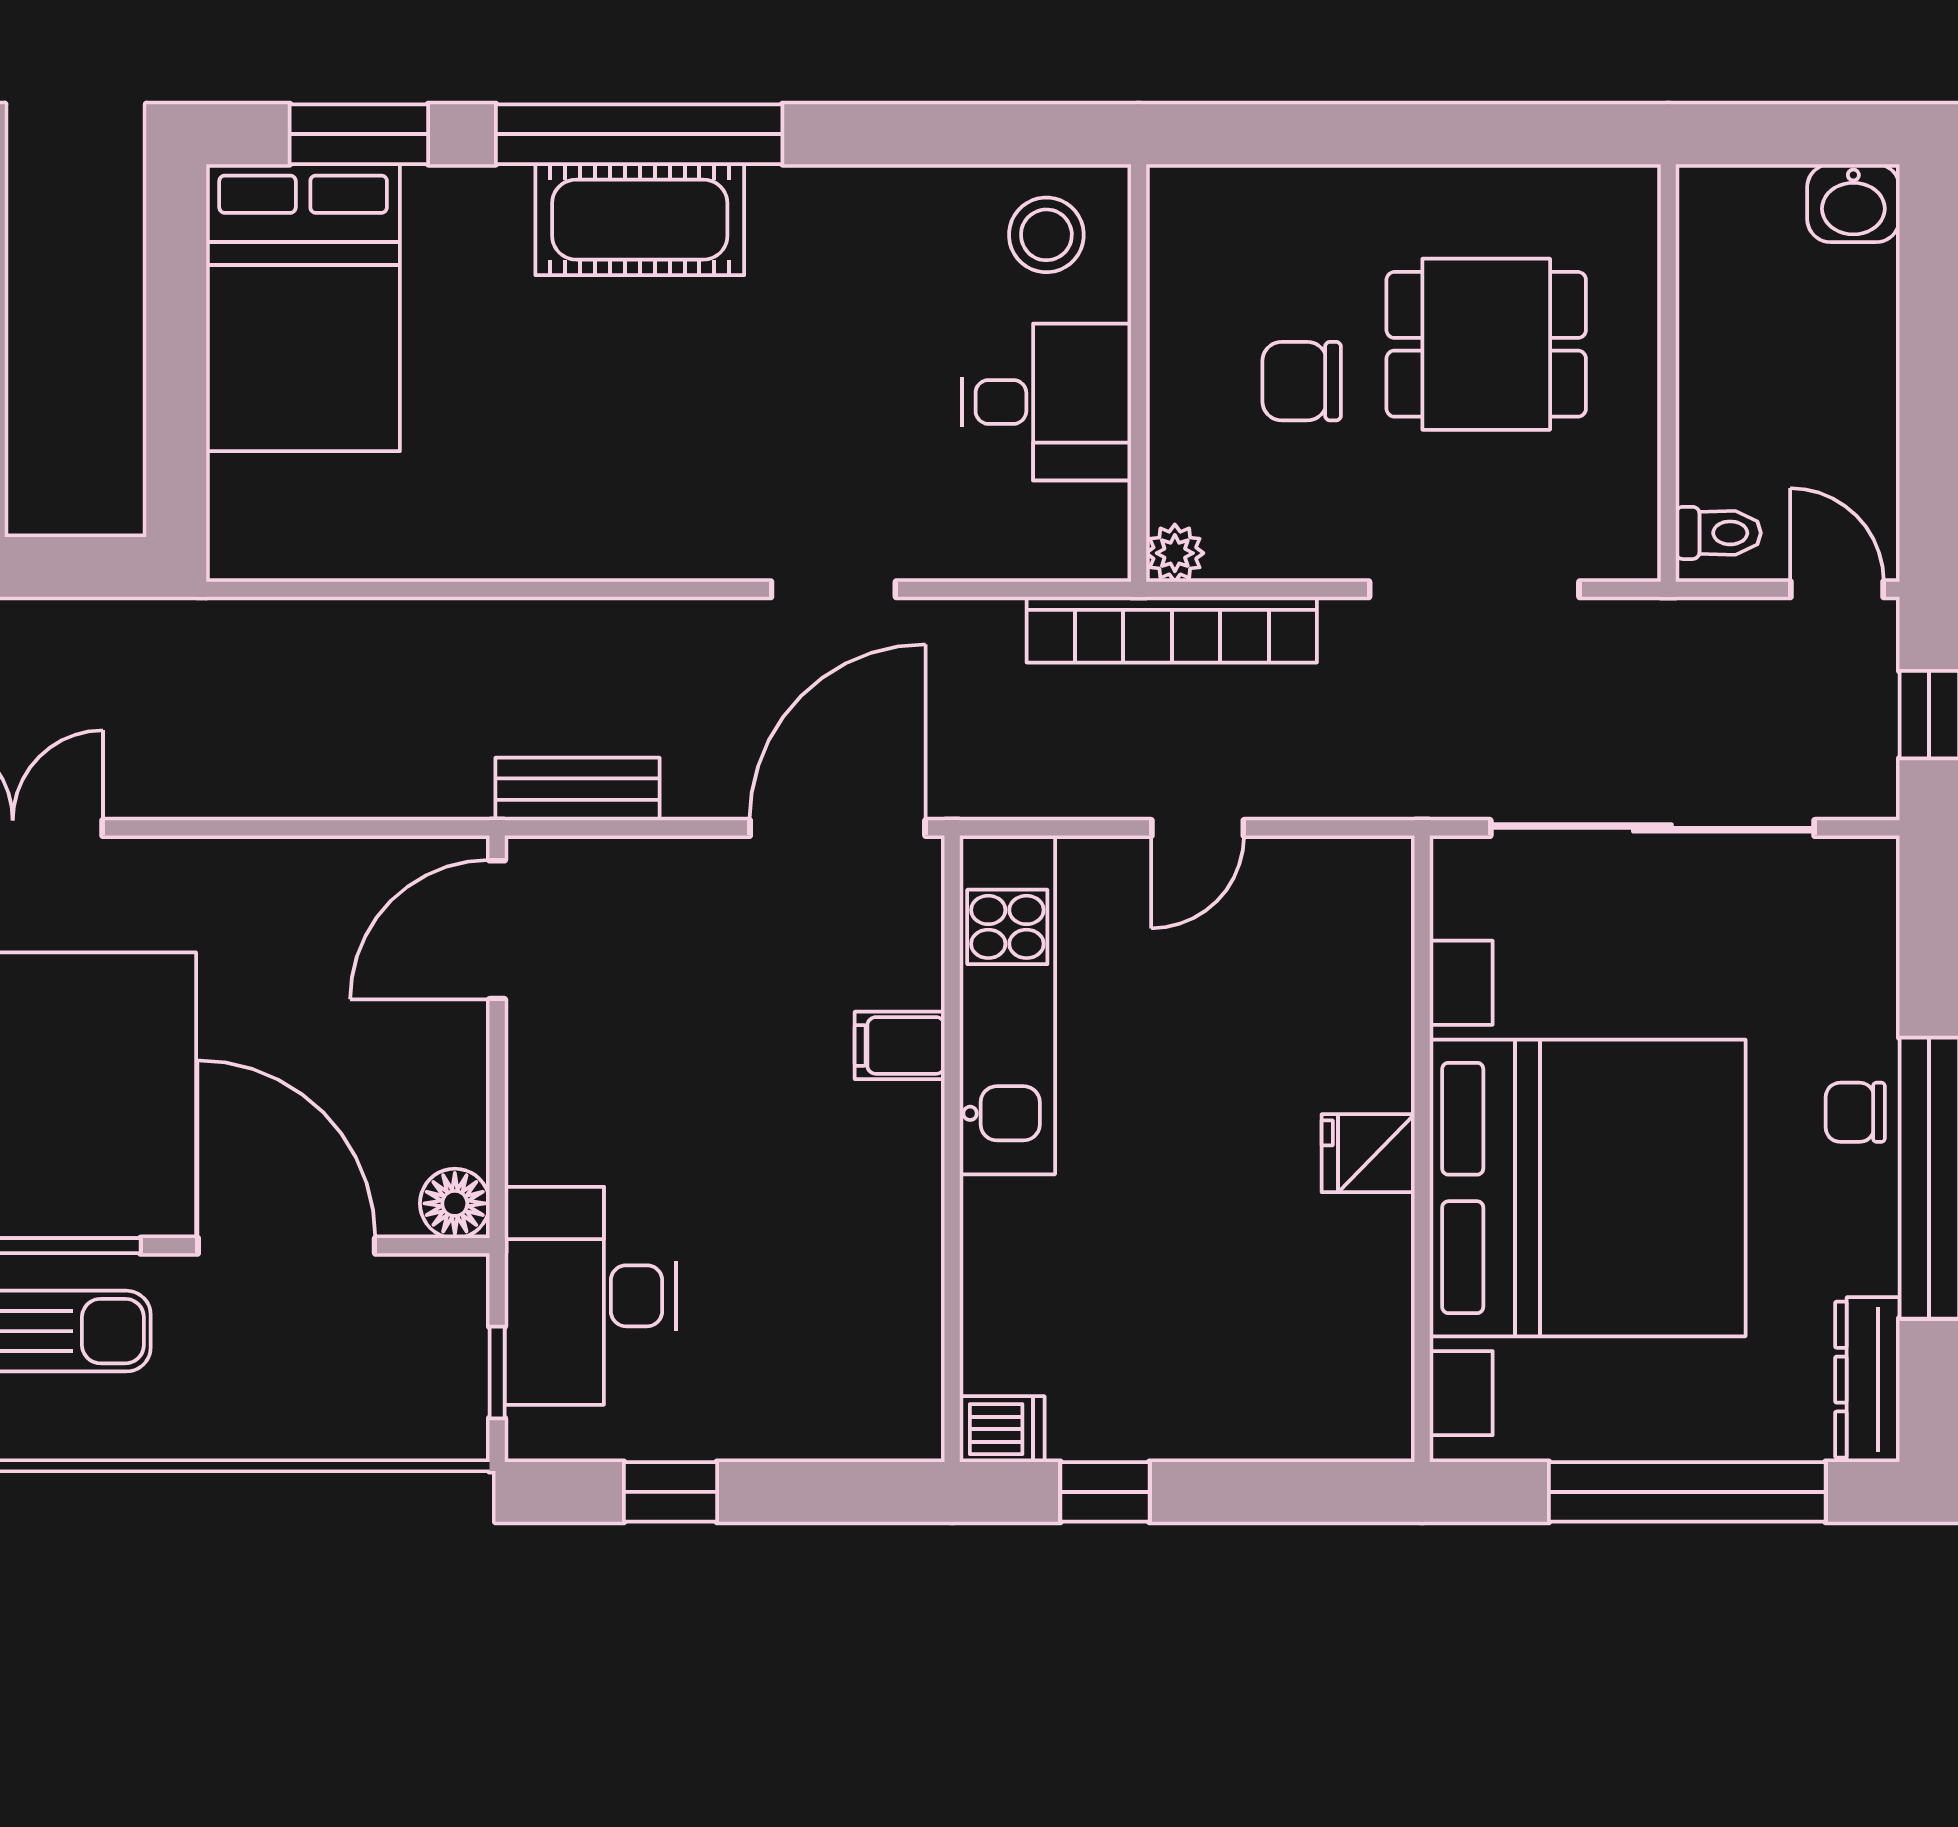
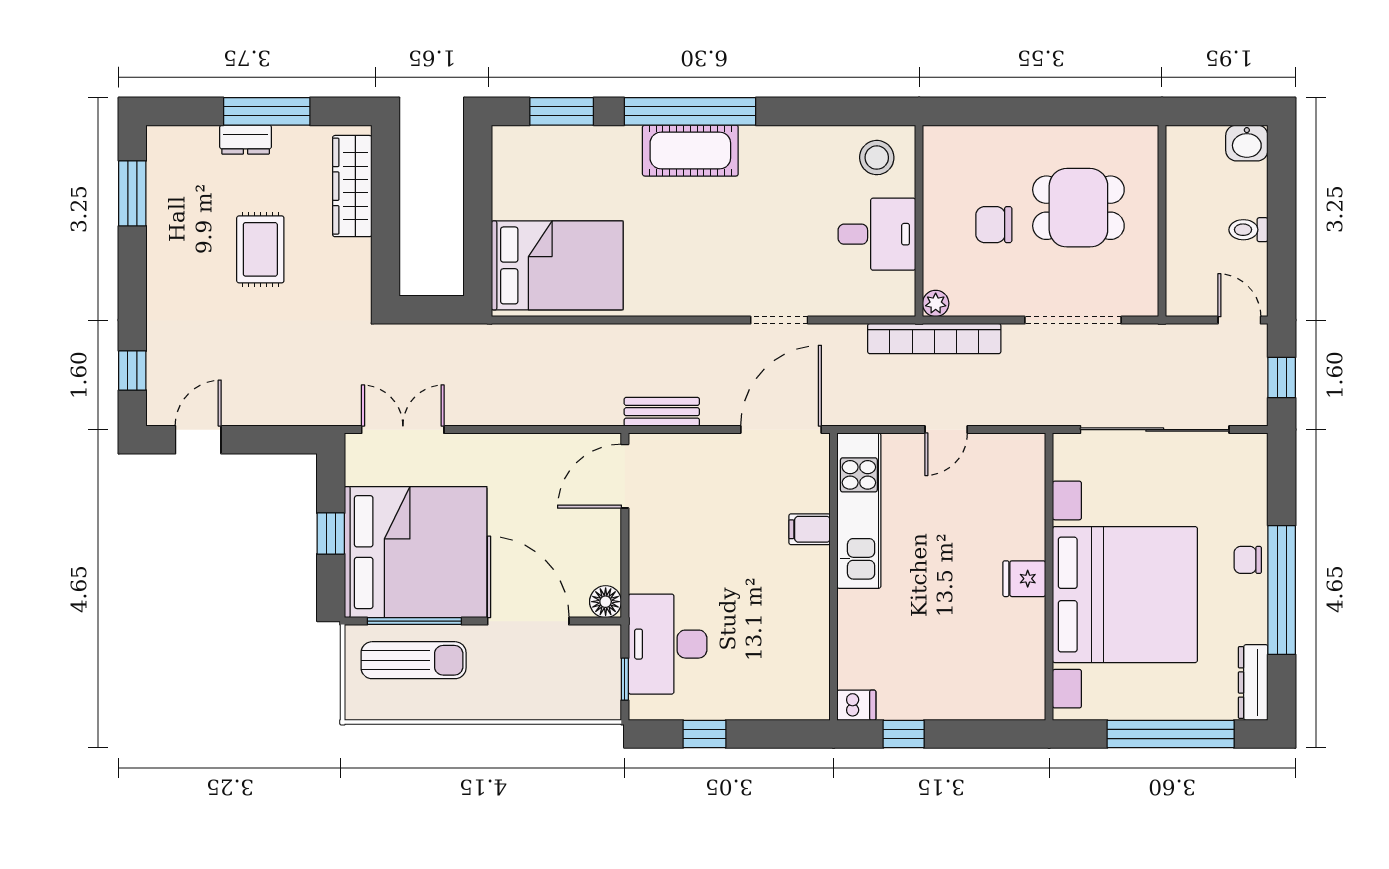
bed: (303, 308) -> (557, 265), moved, turned -90
toilet: (1718, 533) -> (1248, 230), moved, turned 180

